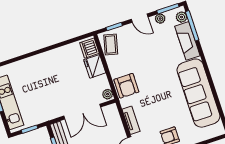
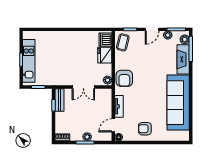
door: (140, 18) -> (152, 29), hinge flipped
double door: (82, 112) -> (83, 87), width x0.73

